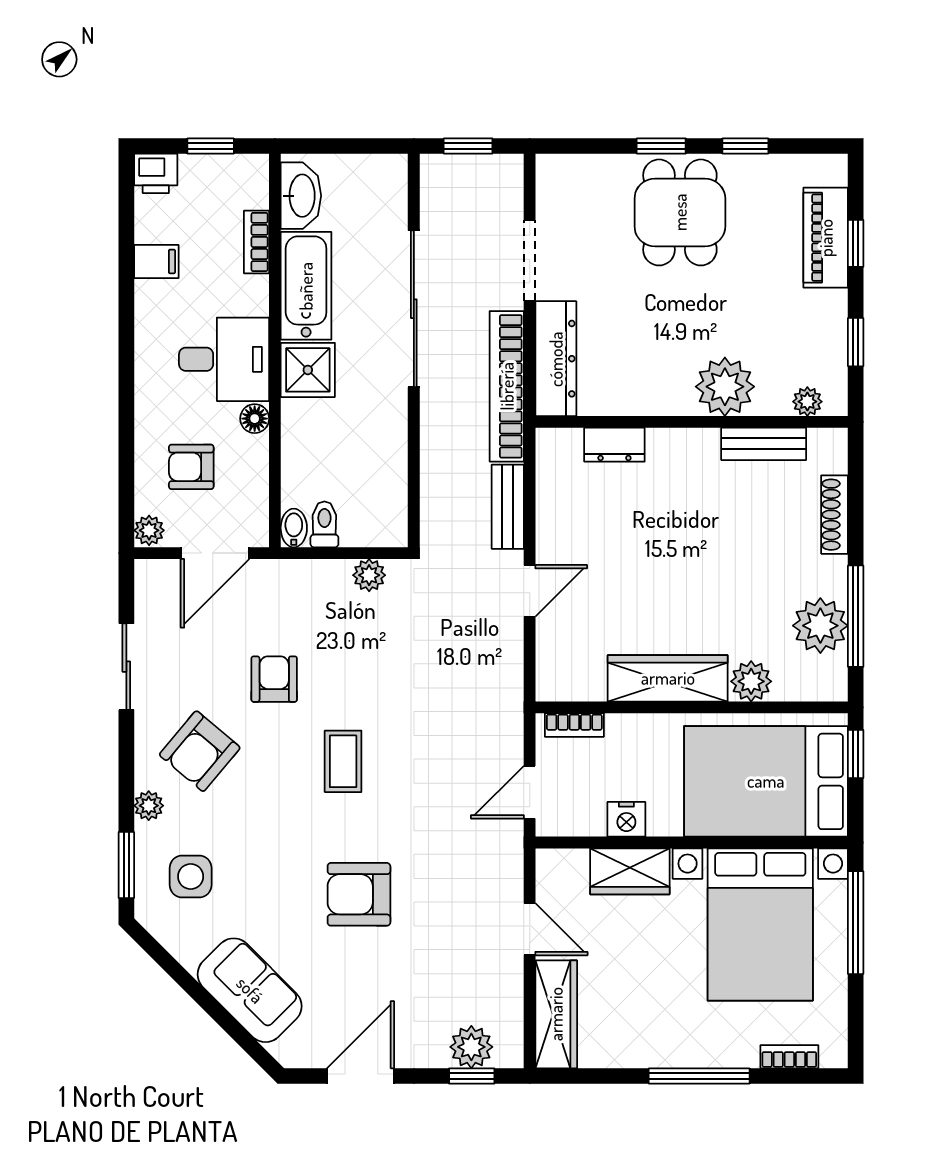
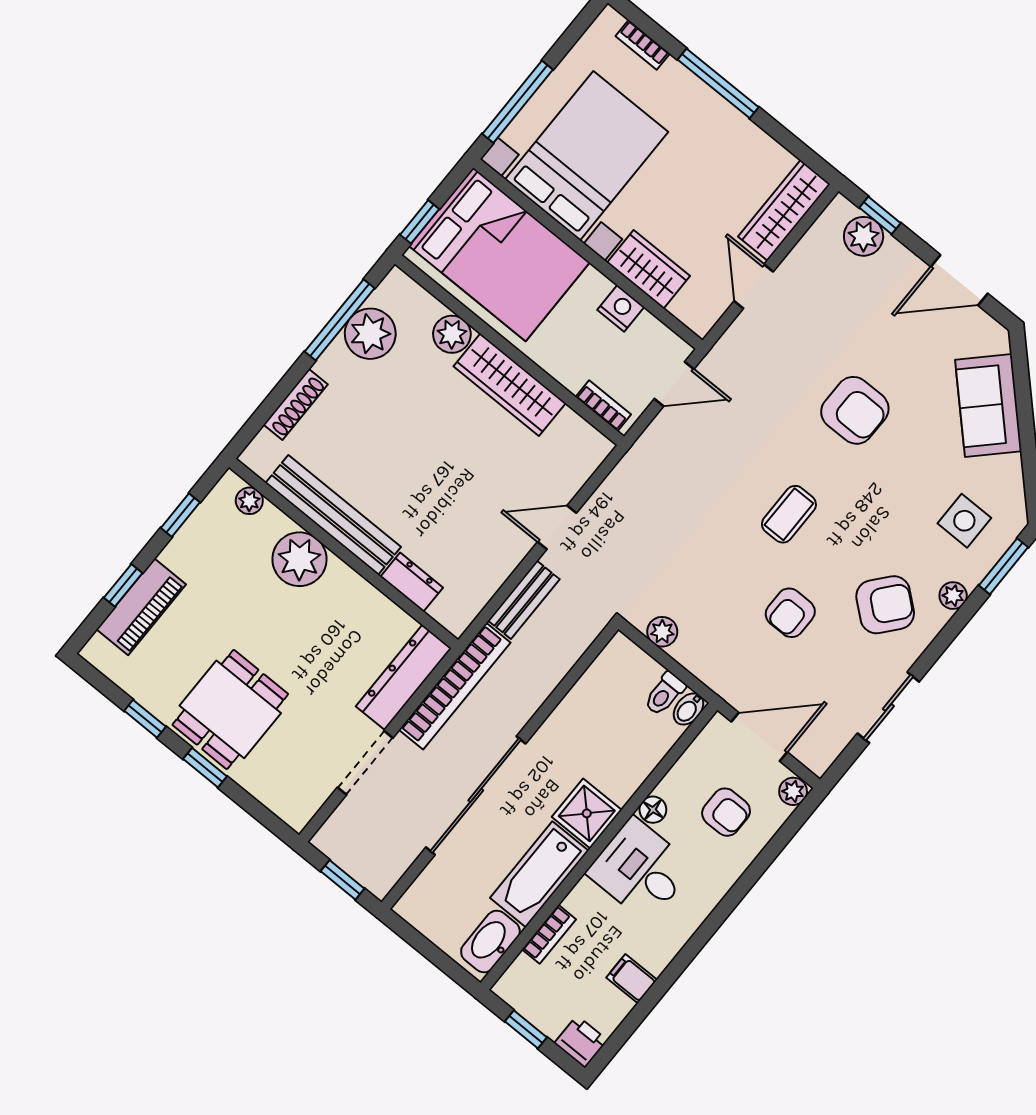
bench: (764, 444) -> (333, 515), width x1.86, depth x1.21

